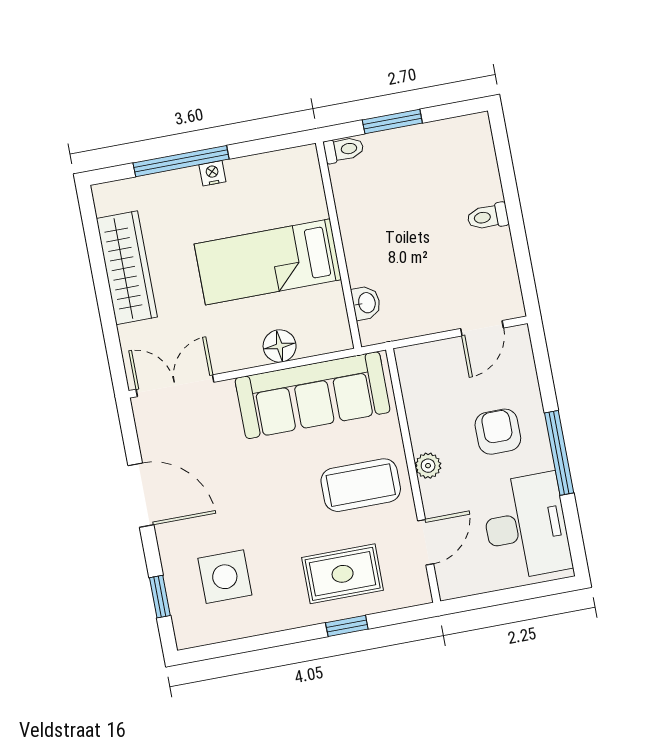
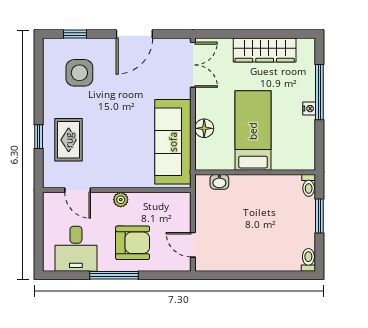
toilet: (488, 217) -> (308, 260), moved
armchair: (498, 432) -> (133, 243), width x1.38, depth x1.38
coffee table: (361, 485) -> (117, 159), removed
desk: (526, 526) -> (76, 249), width x0.73

